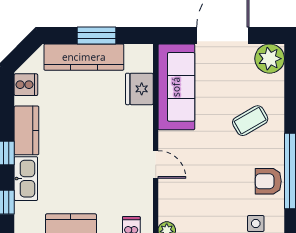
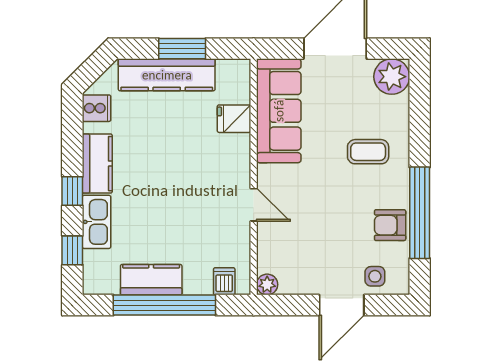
fridge: (139, 89) -> (234, 119), width x0.72
coffee table: (250, 121) -> (368, 152), turned 30

